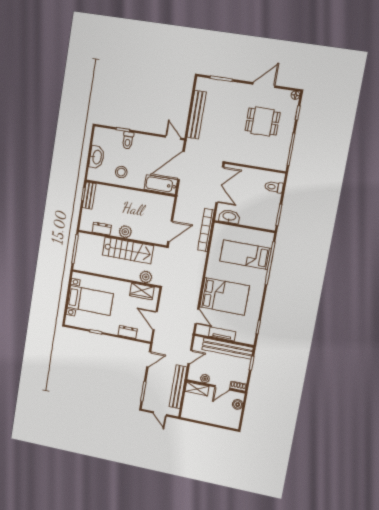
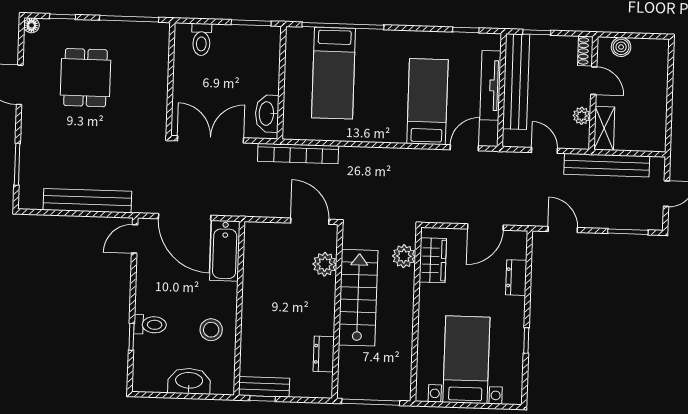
plant: (125, 232) -> (325, 264), moved
bed: (224, 296) -> (427, 102), width x0.67
tv unit: (222, 334) -> (490, 85), width x1.41

